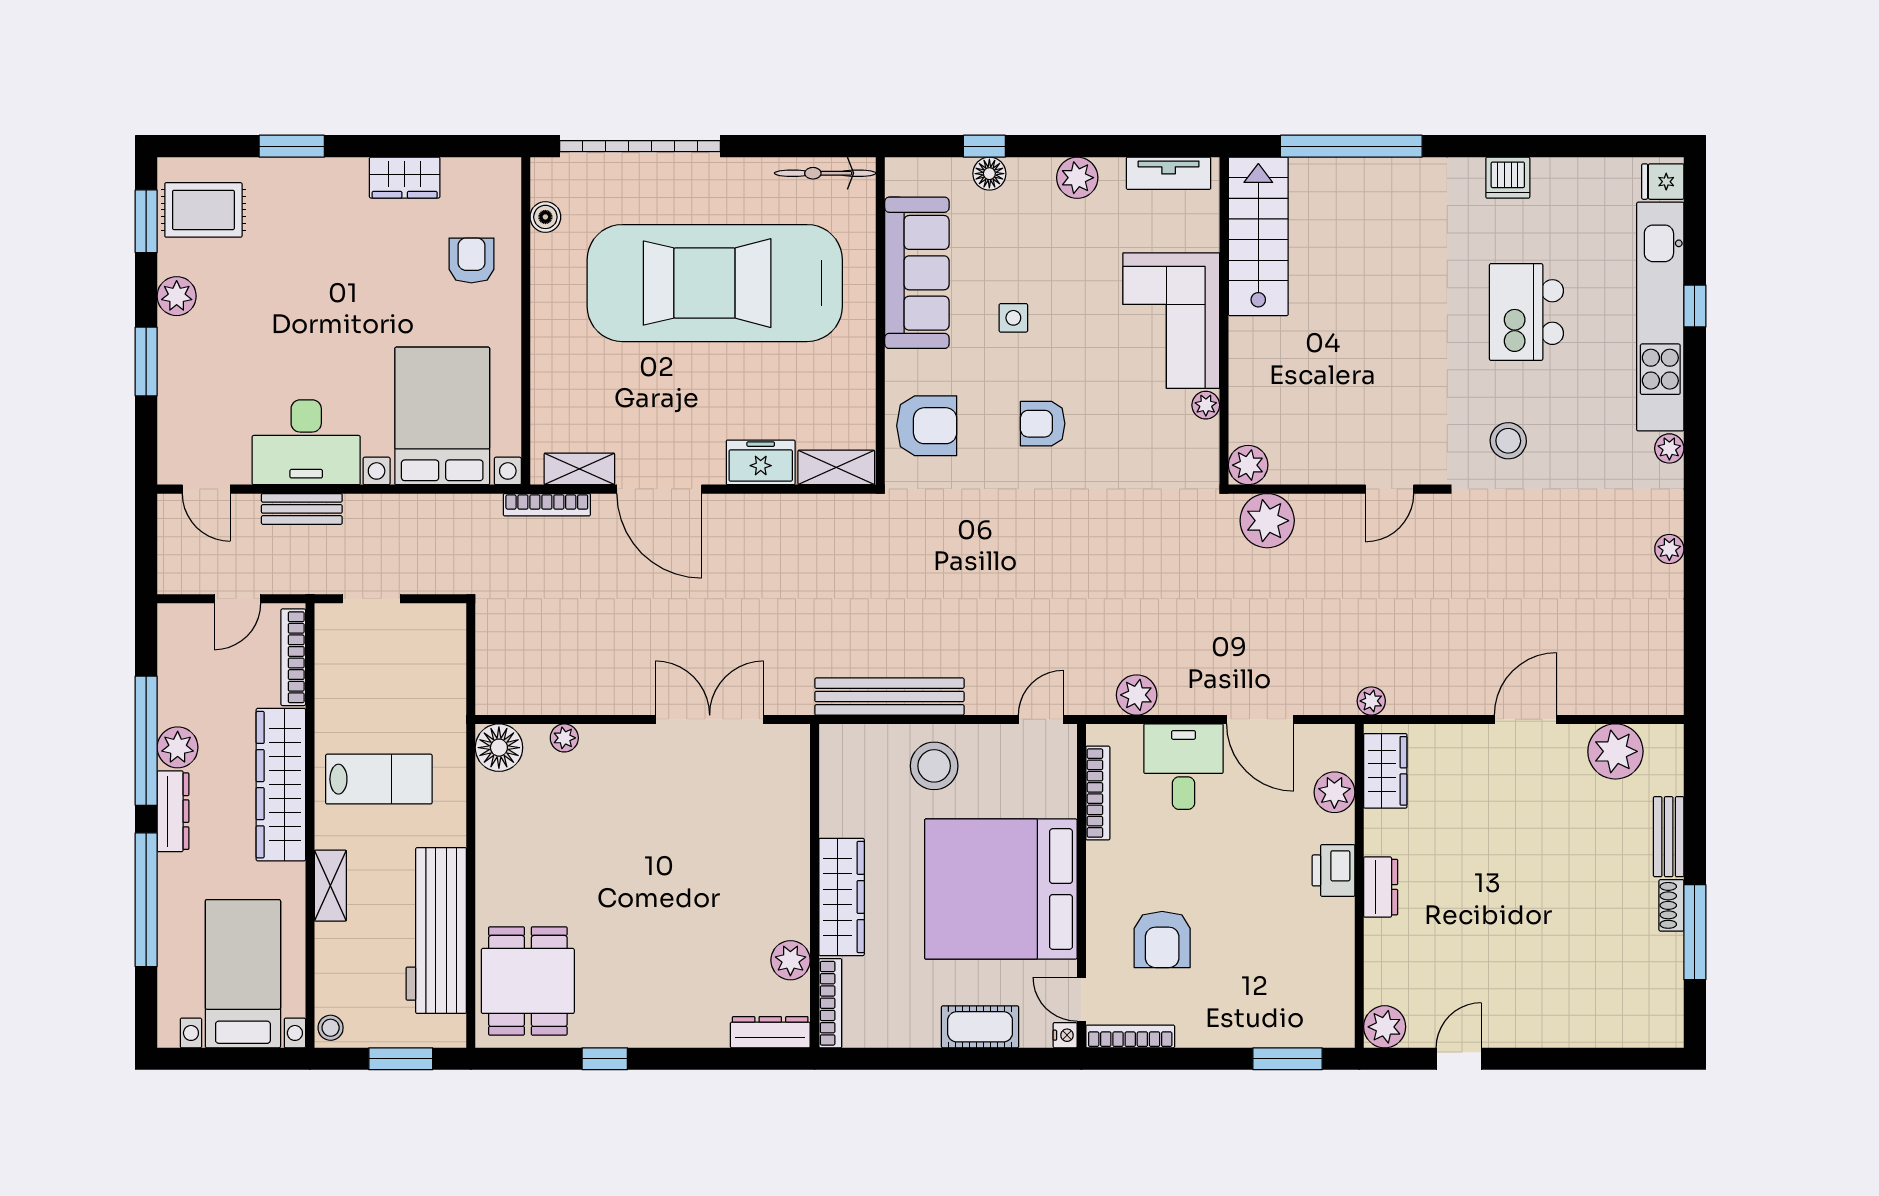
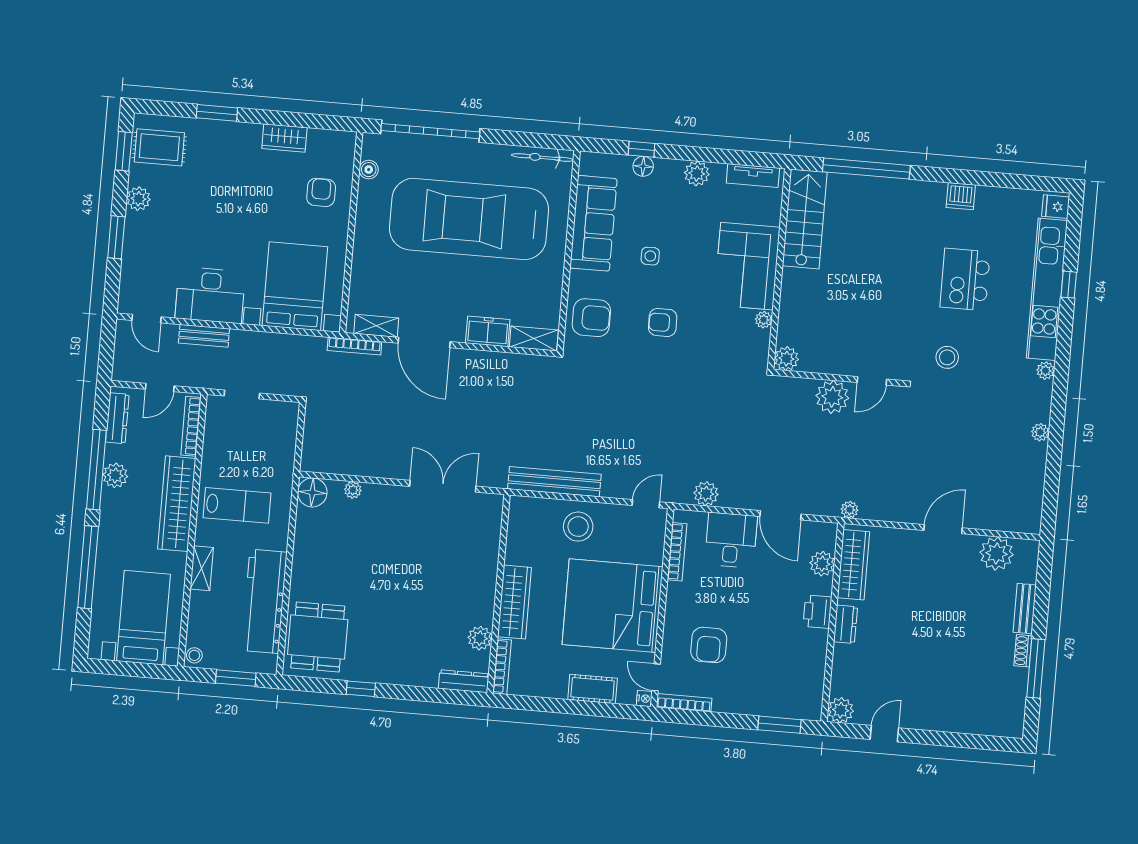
plant: (1267, 521) -> (832, 397), moved
wardrobe: (1385, 771) -> (853, 565), width x1.50
dresser: (173, 811) -> (117, 418), moved

